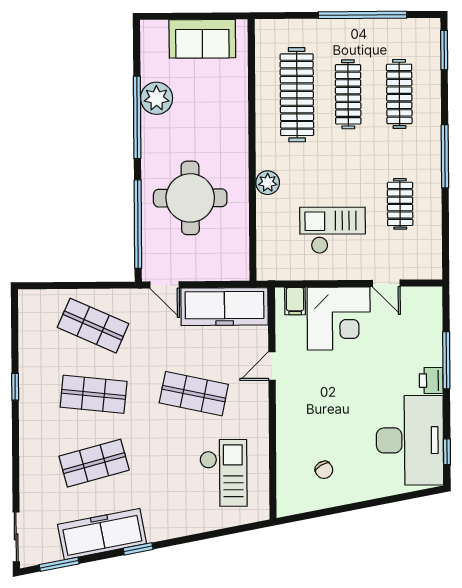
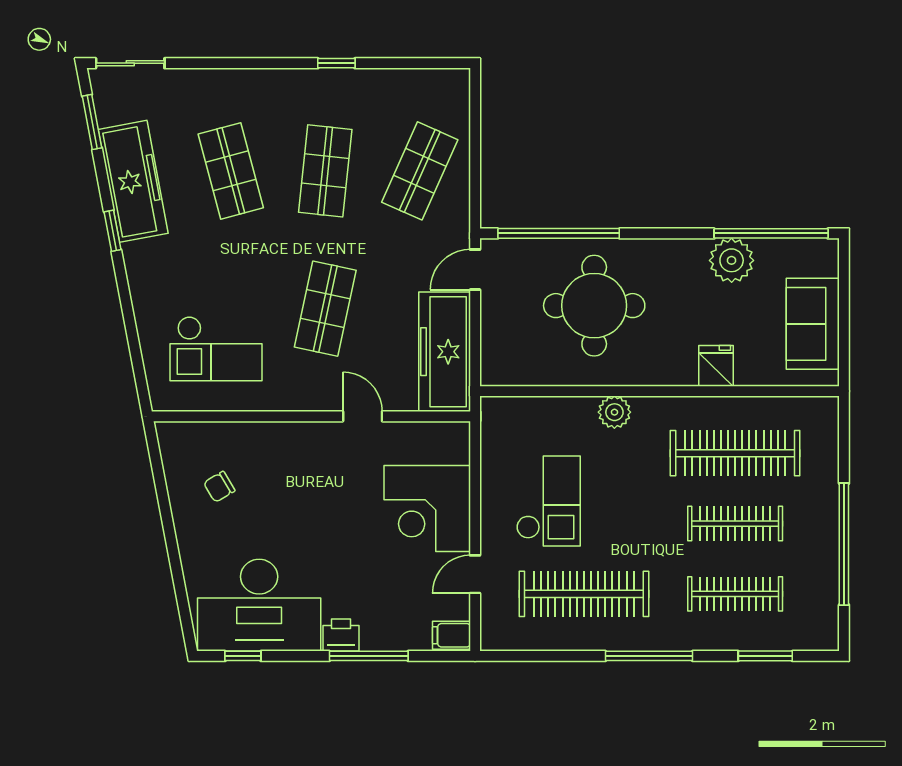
window: (444, 50) -> (765, 656), moved
fridge: (233, 109) -> (716, 366), added
window: (137, 117) -> (771, 233), moved
clothes rail: (400, 204) -> (584, 594), width x1.86, depth x1.31
filing cabinet: (295, 301) -> (452, 635), moved

